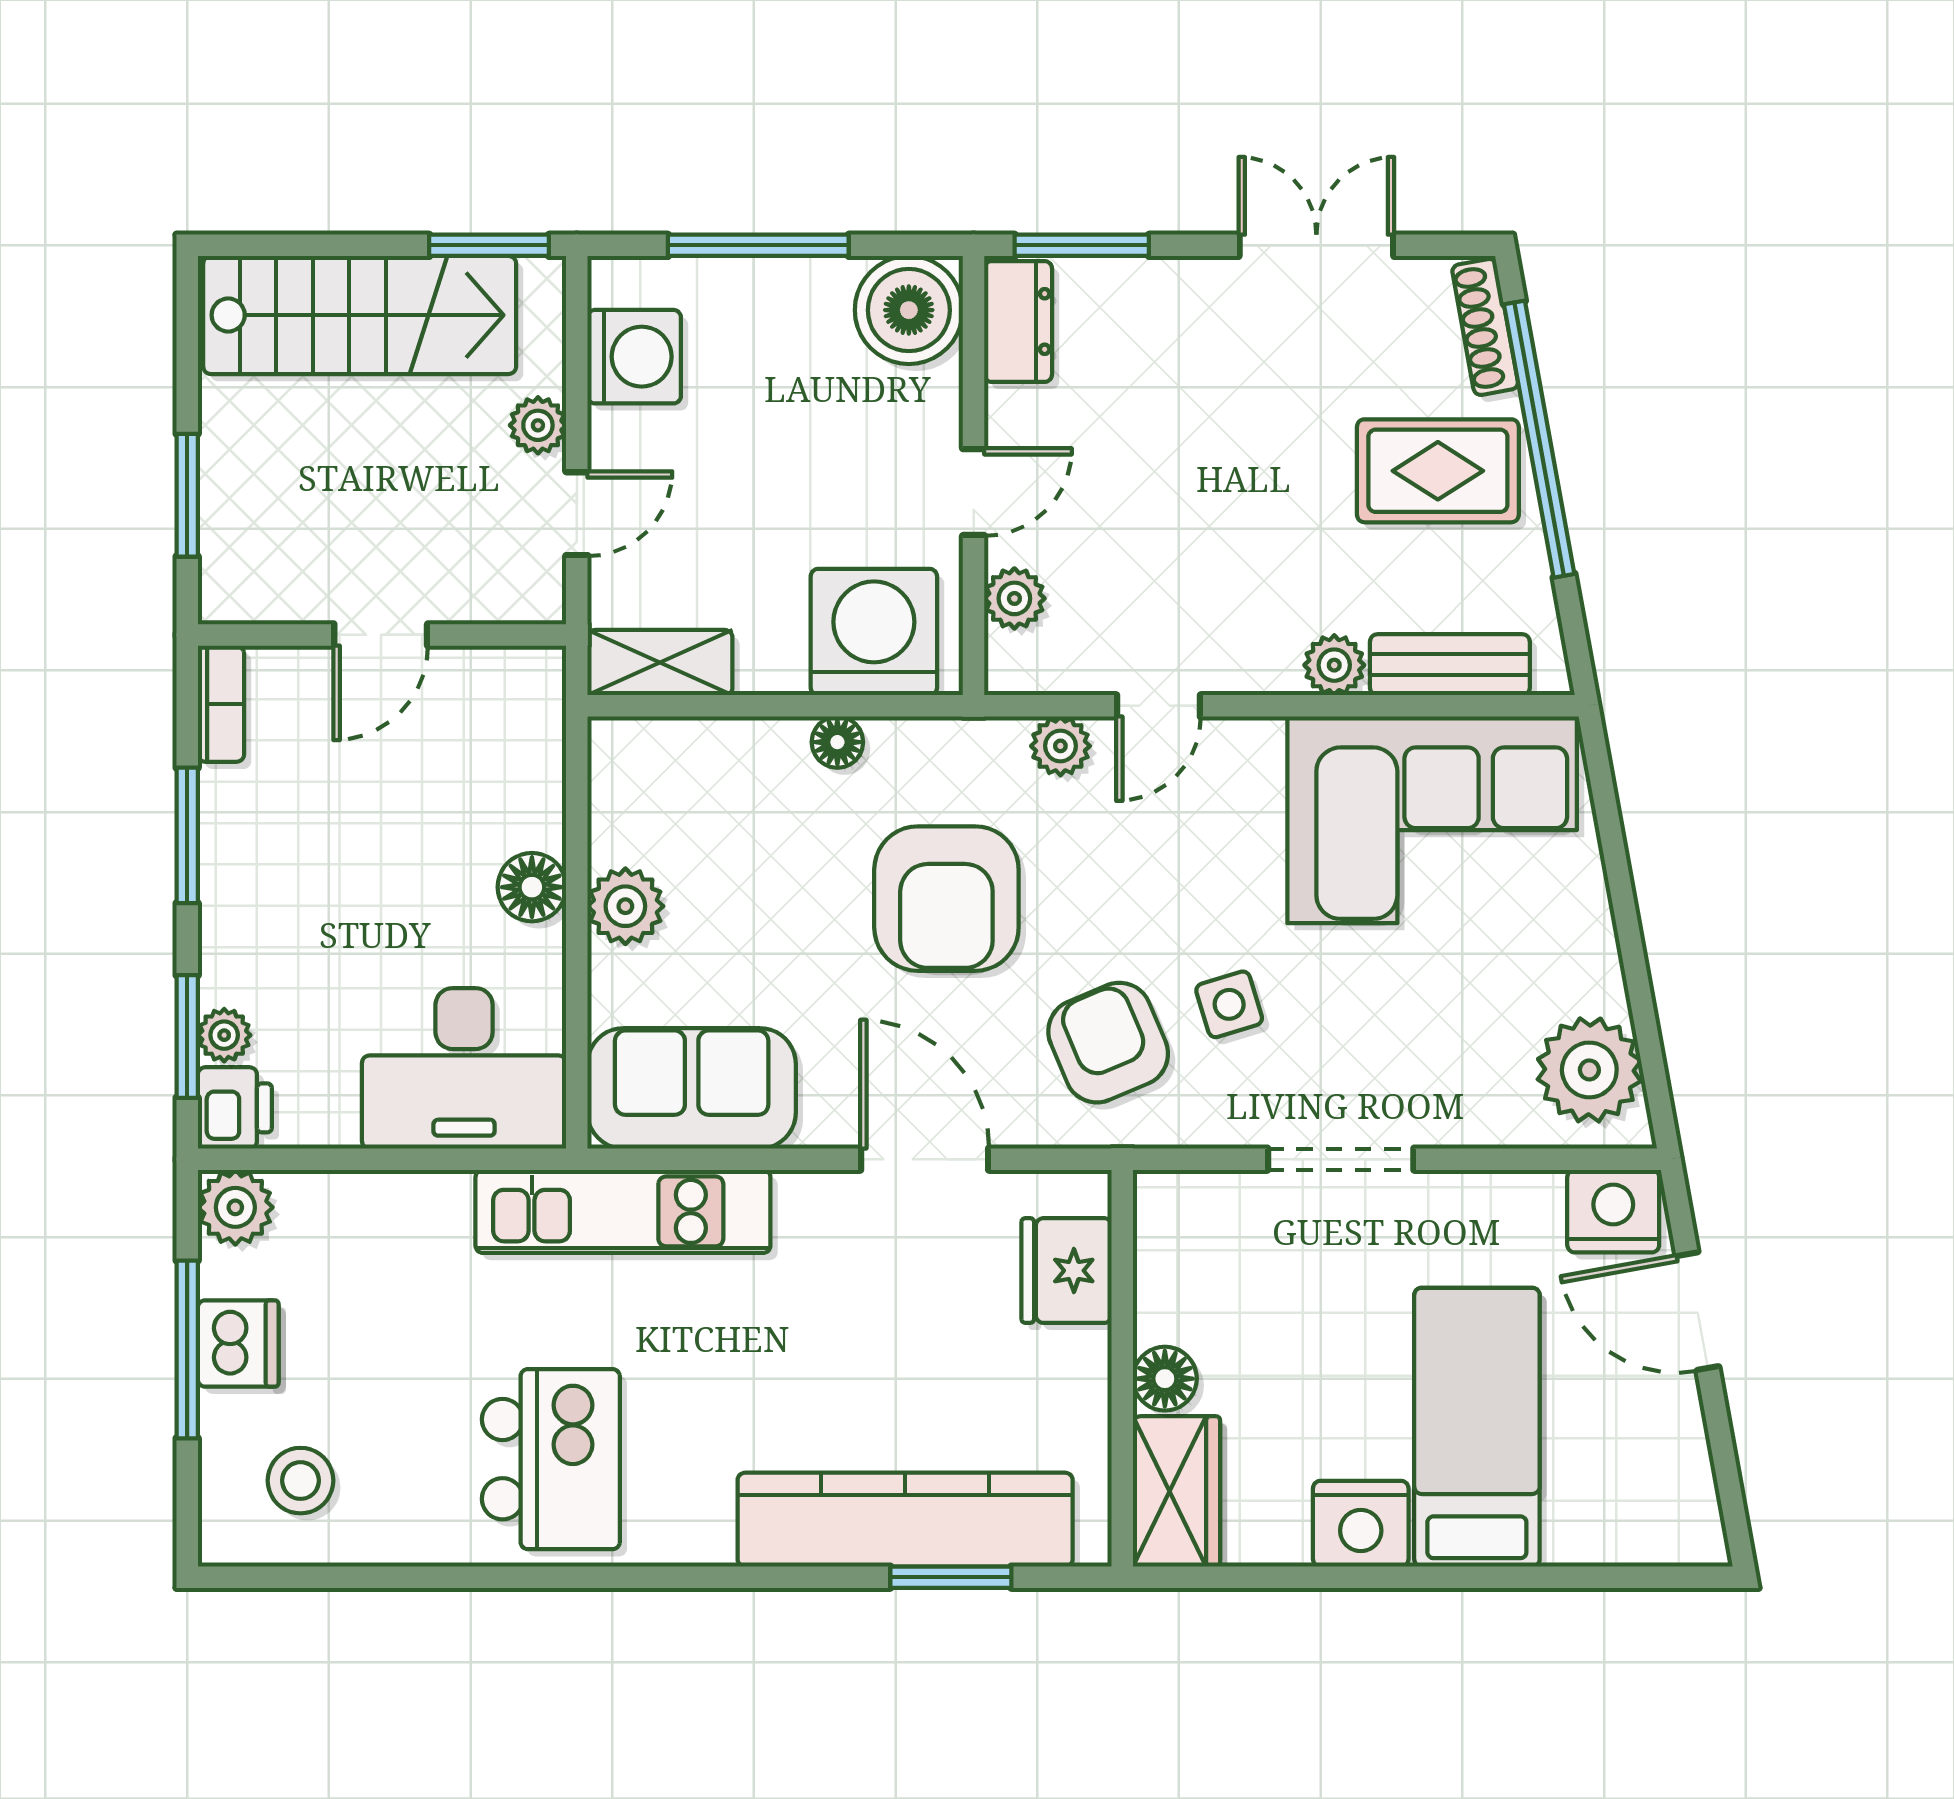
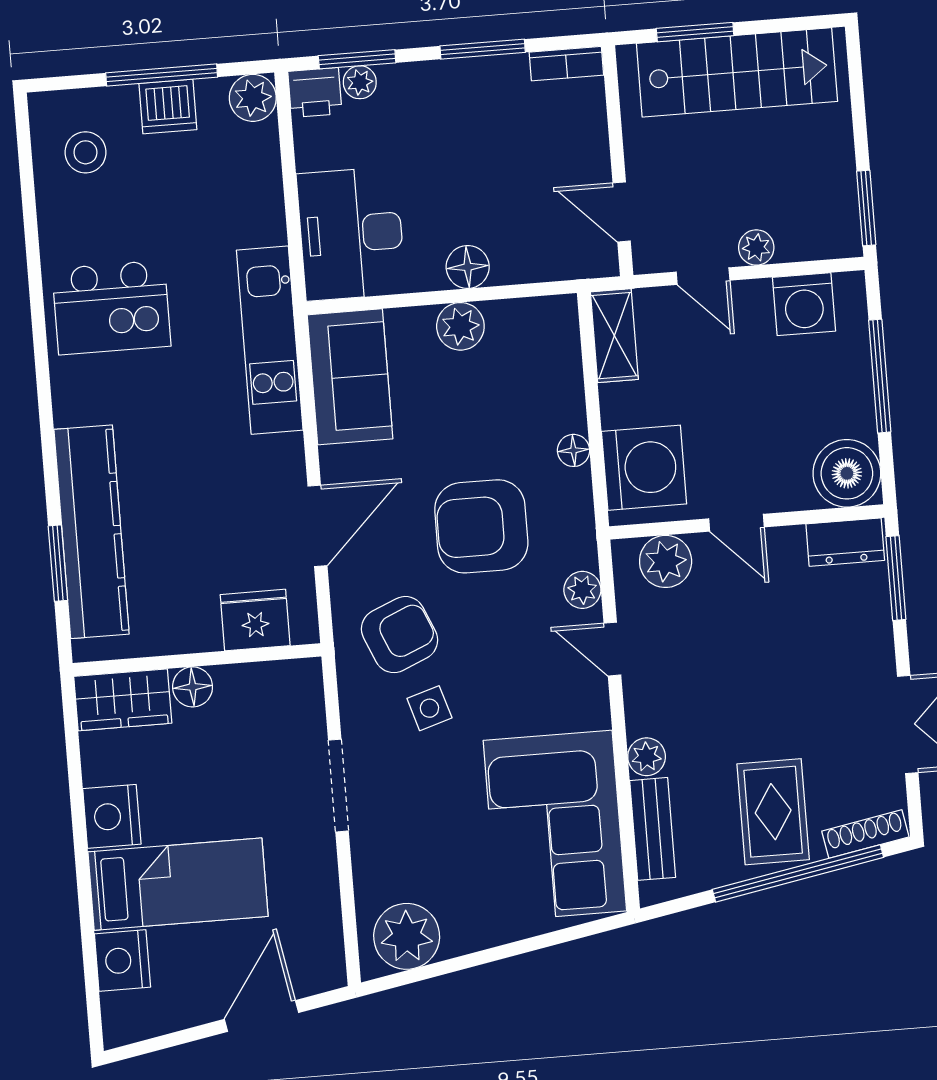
stairs: (360, 315) -> (737, 72), moved, turned -90
plant: (1014, 598) -> (666, 561), width x1.38, depth x1.38
door: (381, 635) -> (622, 212), moved
nightstand: (1613, 1211) -> (122, 960), moved, turned 180

